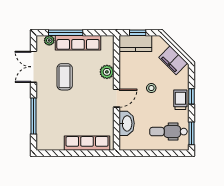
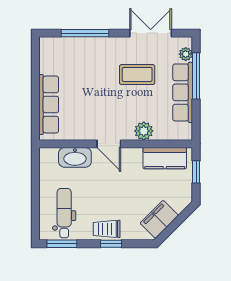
kitchen counter: (135, 43) -> (165, 158), moved, turned -90
stool: (151, 88) -> (122, 190), removed
trolley: (180, 100) -> (107, 229), turned 180

